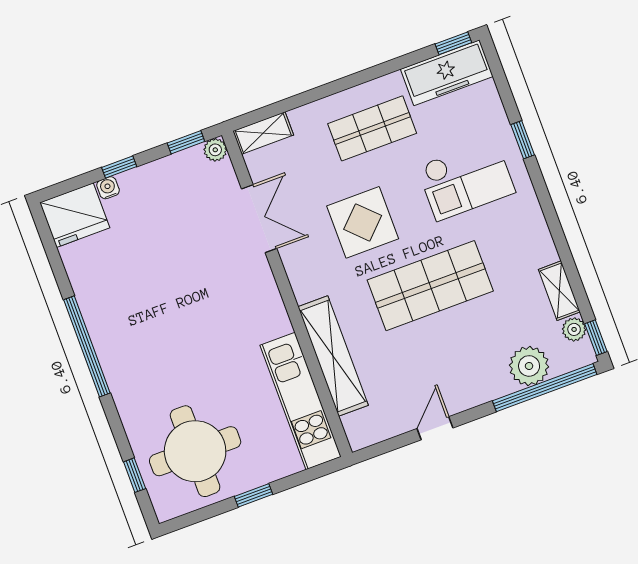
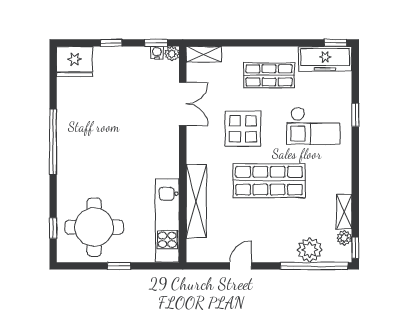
water cooler: (108, 188) -> (157, 53), moved

